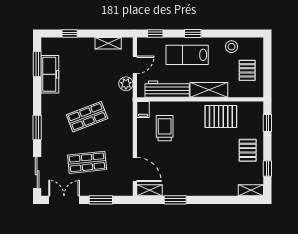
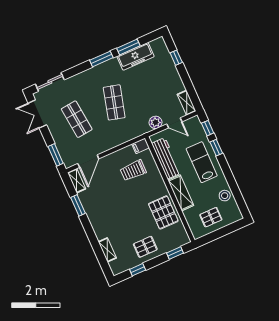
window: (193, 33) -> (216, 148), moved
shelving: (108, 43) -> (187, 103), moved
window: (37, 64) -> (128, 47), moved
shop shelf: (87, 117) -> (114, 102), turned 36
window: (37, 128) -> (101, 59), moved
trolley: (165, 128) -> (133, 170), turned 180
shelving: (251, 190) -> (107, 250), moved
double door: (64, 200) -> (37, 114), swing flipped
window: (101, 200) -> (56, 155), moved

